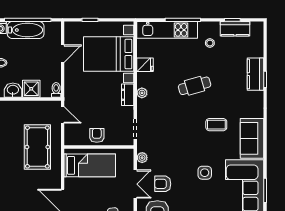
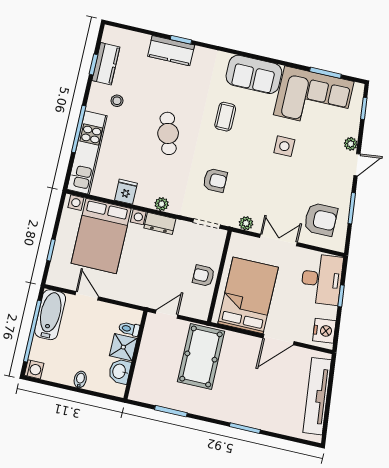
bathtub: (26, 30) -> (50, 315), moved
toilet: (56, 90) -> (129, 329), moved
pool table: (37, 147) -> (201, 357), turned 90
bed: (90, 165) -> (248, 295), width x1.50
armchair: (163, 184) -> (215, 180), moved, turned -90

